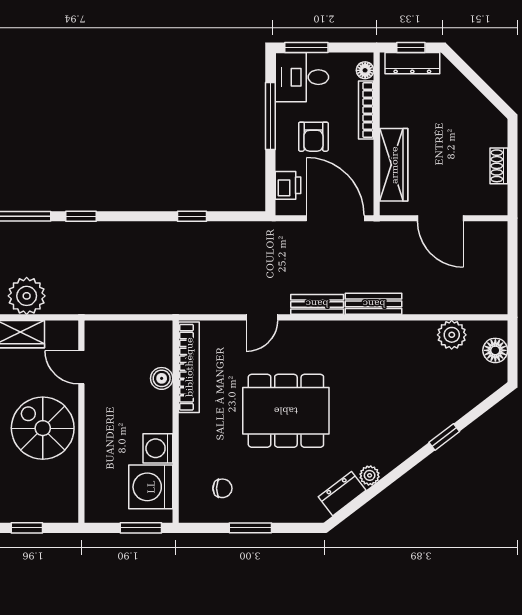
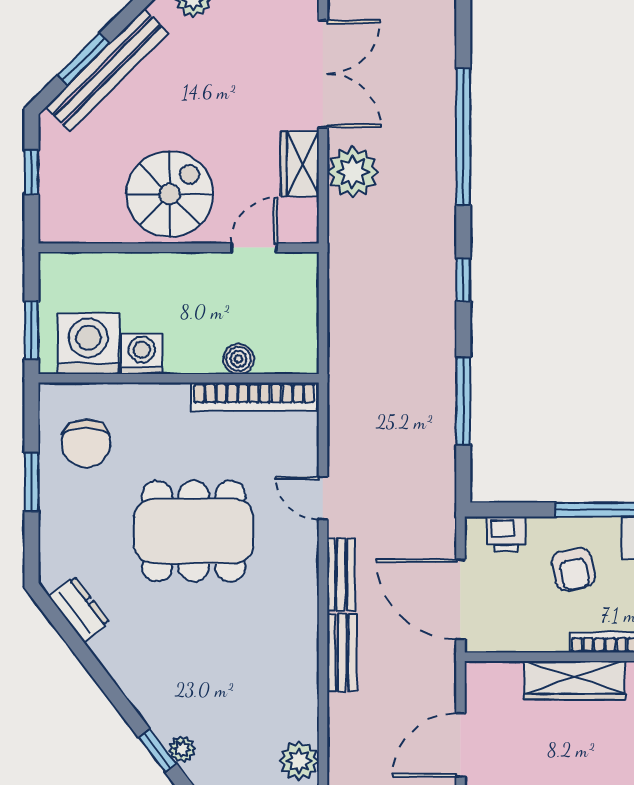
armchair: (313, 137) -> (574, 569), turned -101
wardrobe: (394, 165) -> (575, 680), moved
window: (81, 216) -> (463, 280), moved
window: (192, 216) -> (463, 401), width x2.17
door: (335, 218) -> (460, 600), swing flipped
dining table: (286, 411) -> (194, 531), turned 90
plant: (370, 475) -> (182, 749), moved
chair: (222, 488) -> (86, 443), width x1.87, depth x1.87

